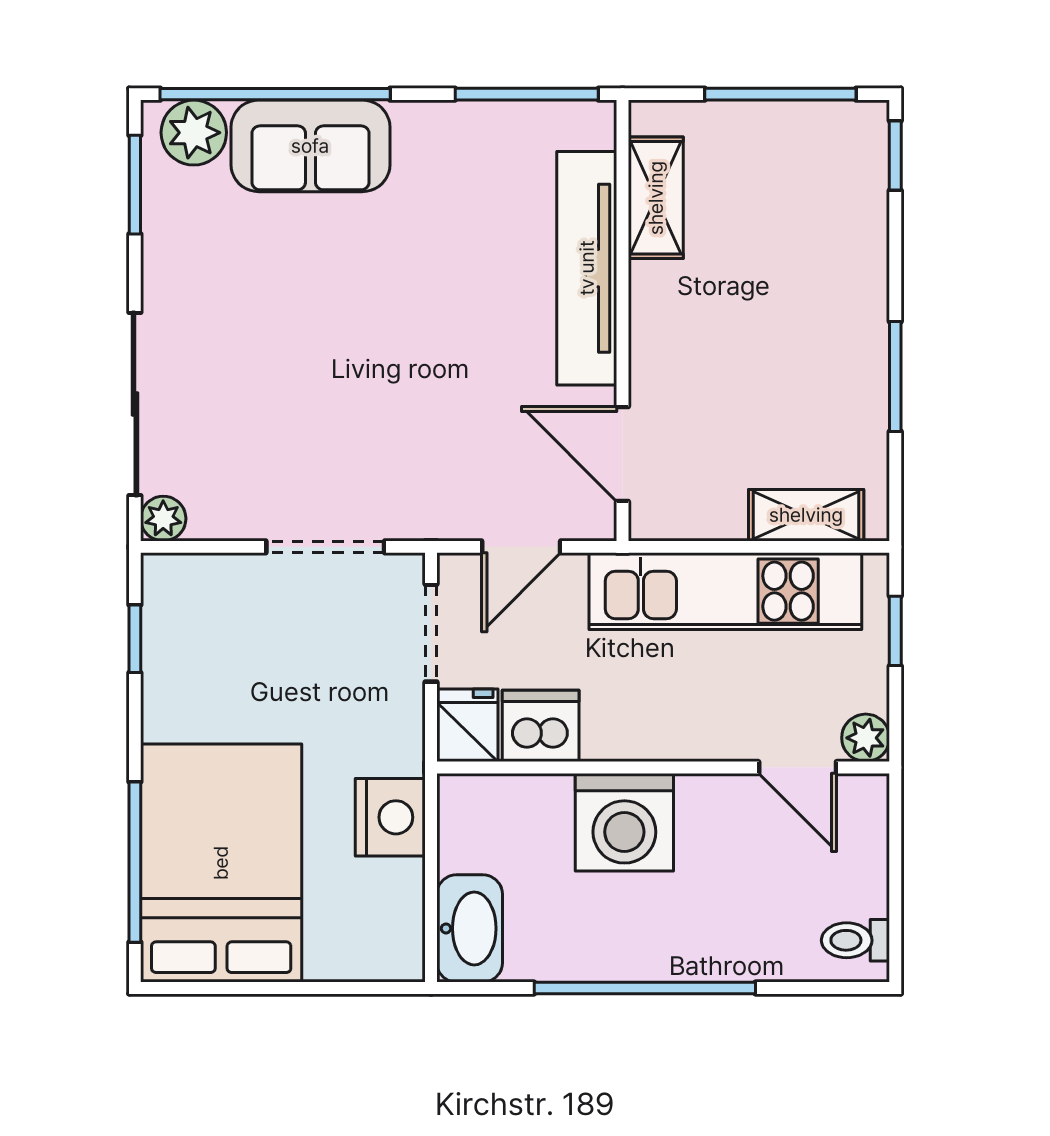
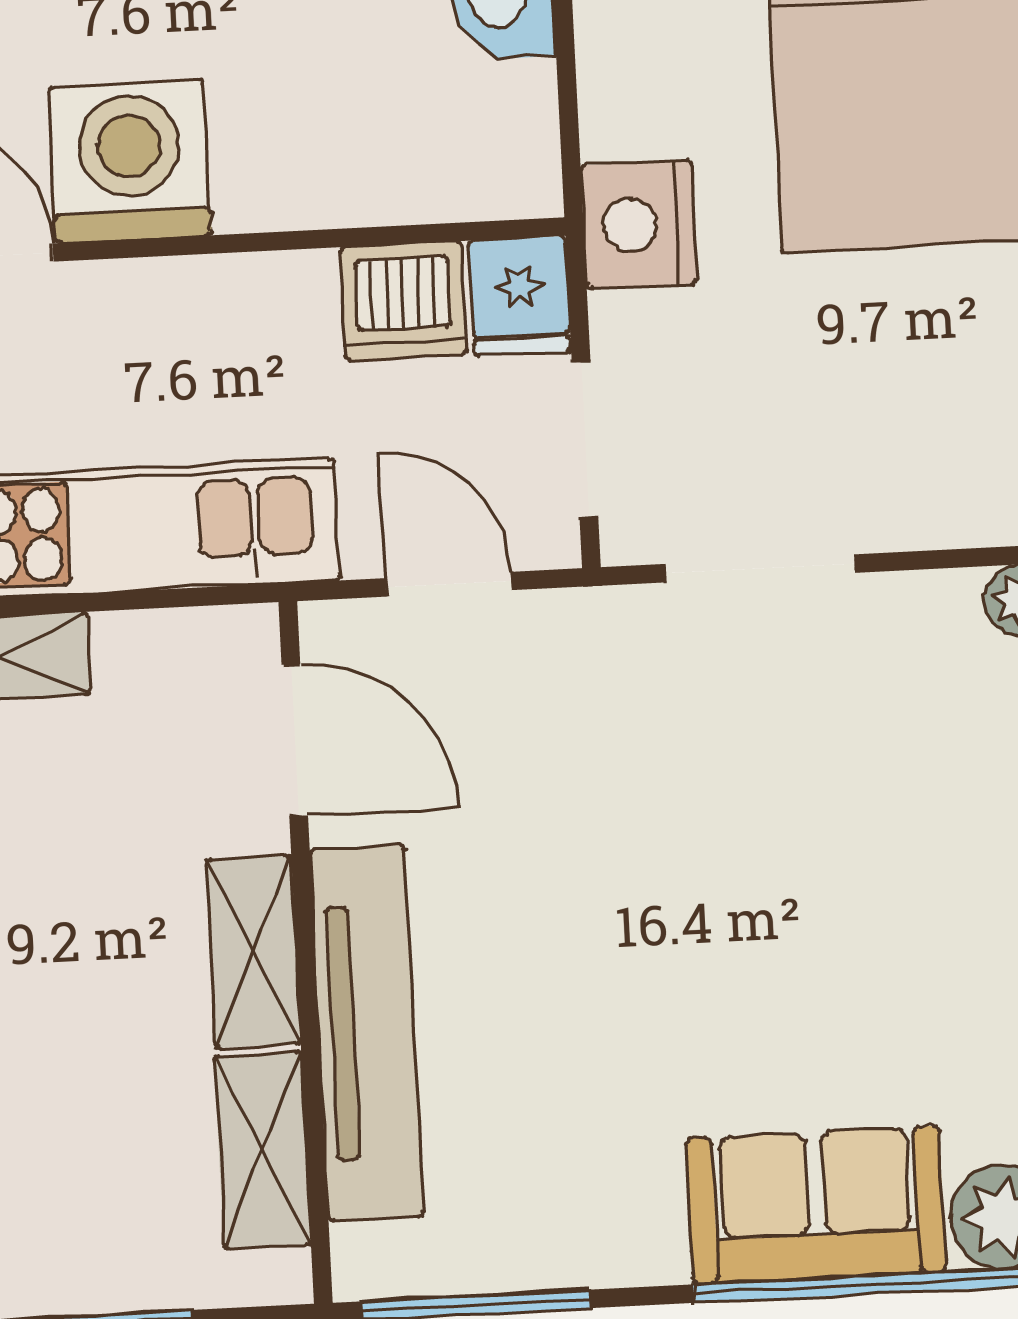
shelving: (655, 323) -> (254, 951), added
door: (521, 547) -> (449, 584), hinge flipped
nightstand: (390, 817) -> (639, 224), moved
washing machine: (624, 822) -> (130, 161), moved

